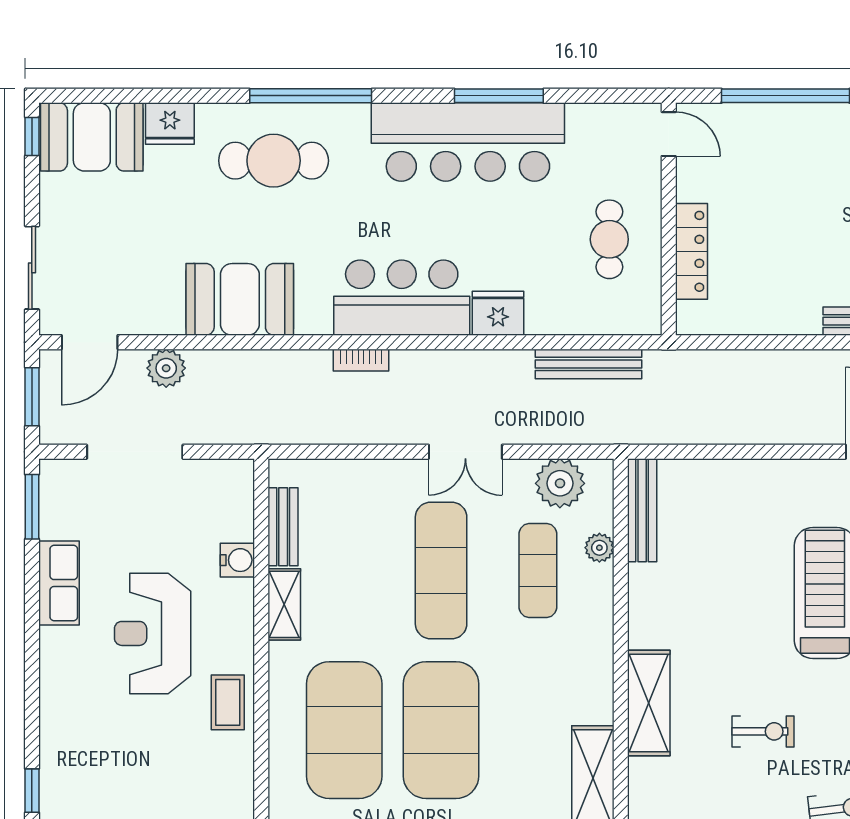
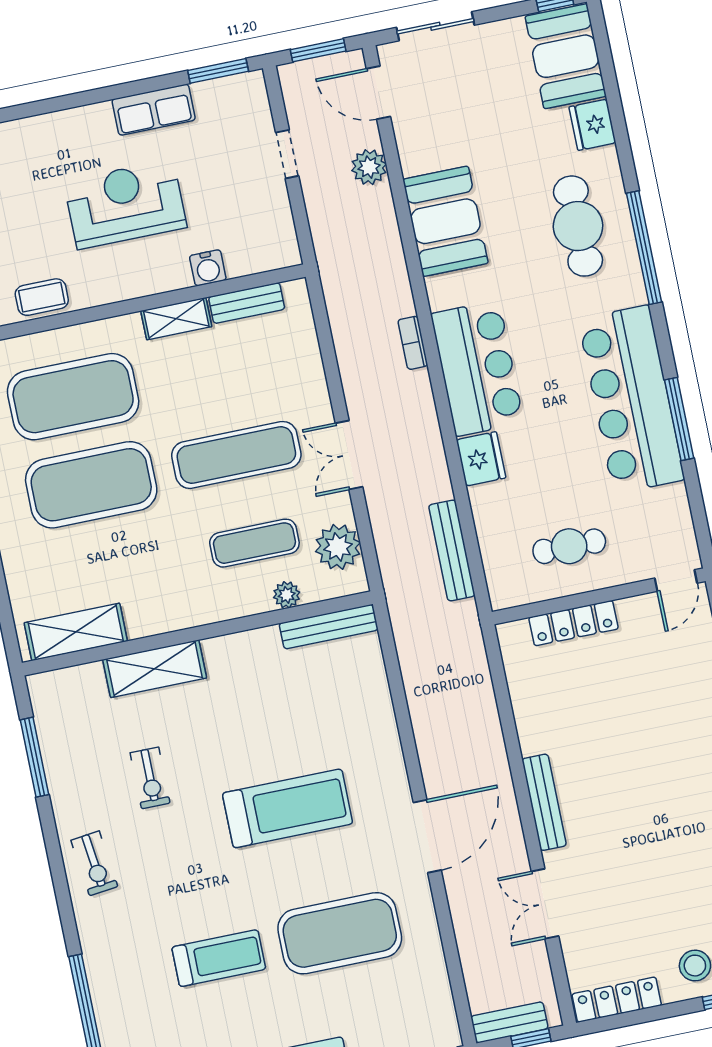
doorway: (135, 452) -> (287, 154), width x0.53
coffee table: (228, 702) -> (42, 297), moved

